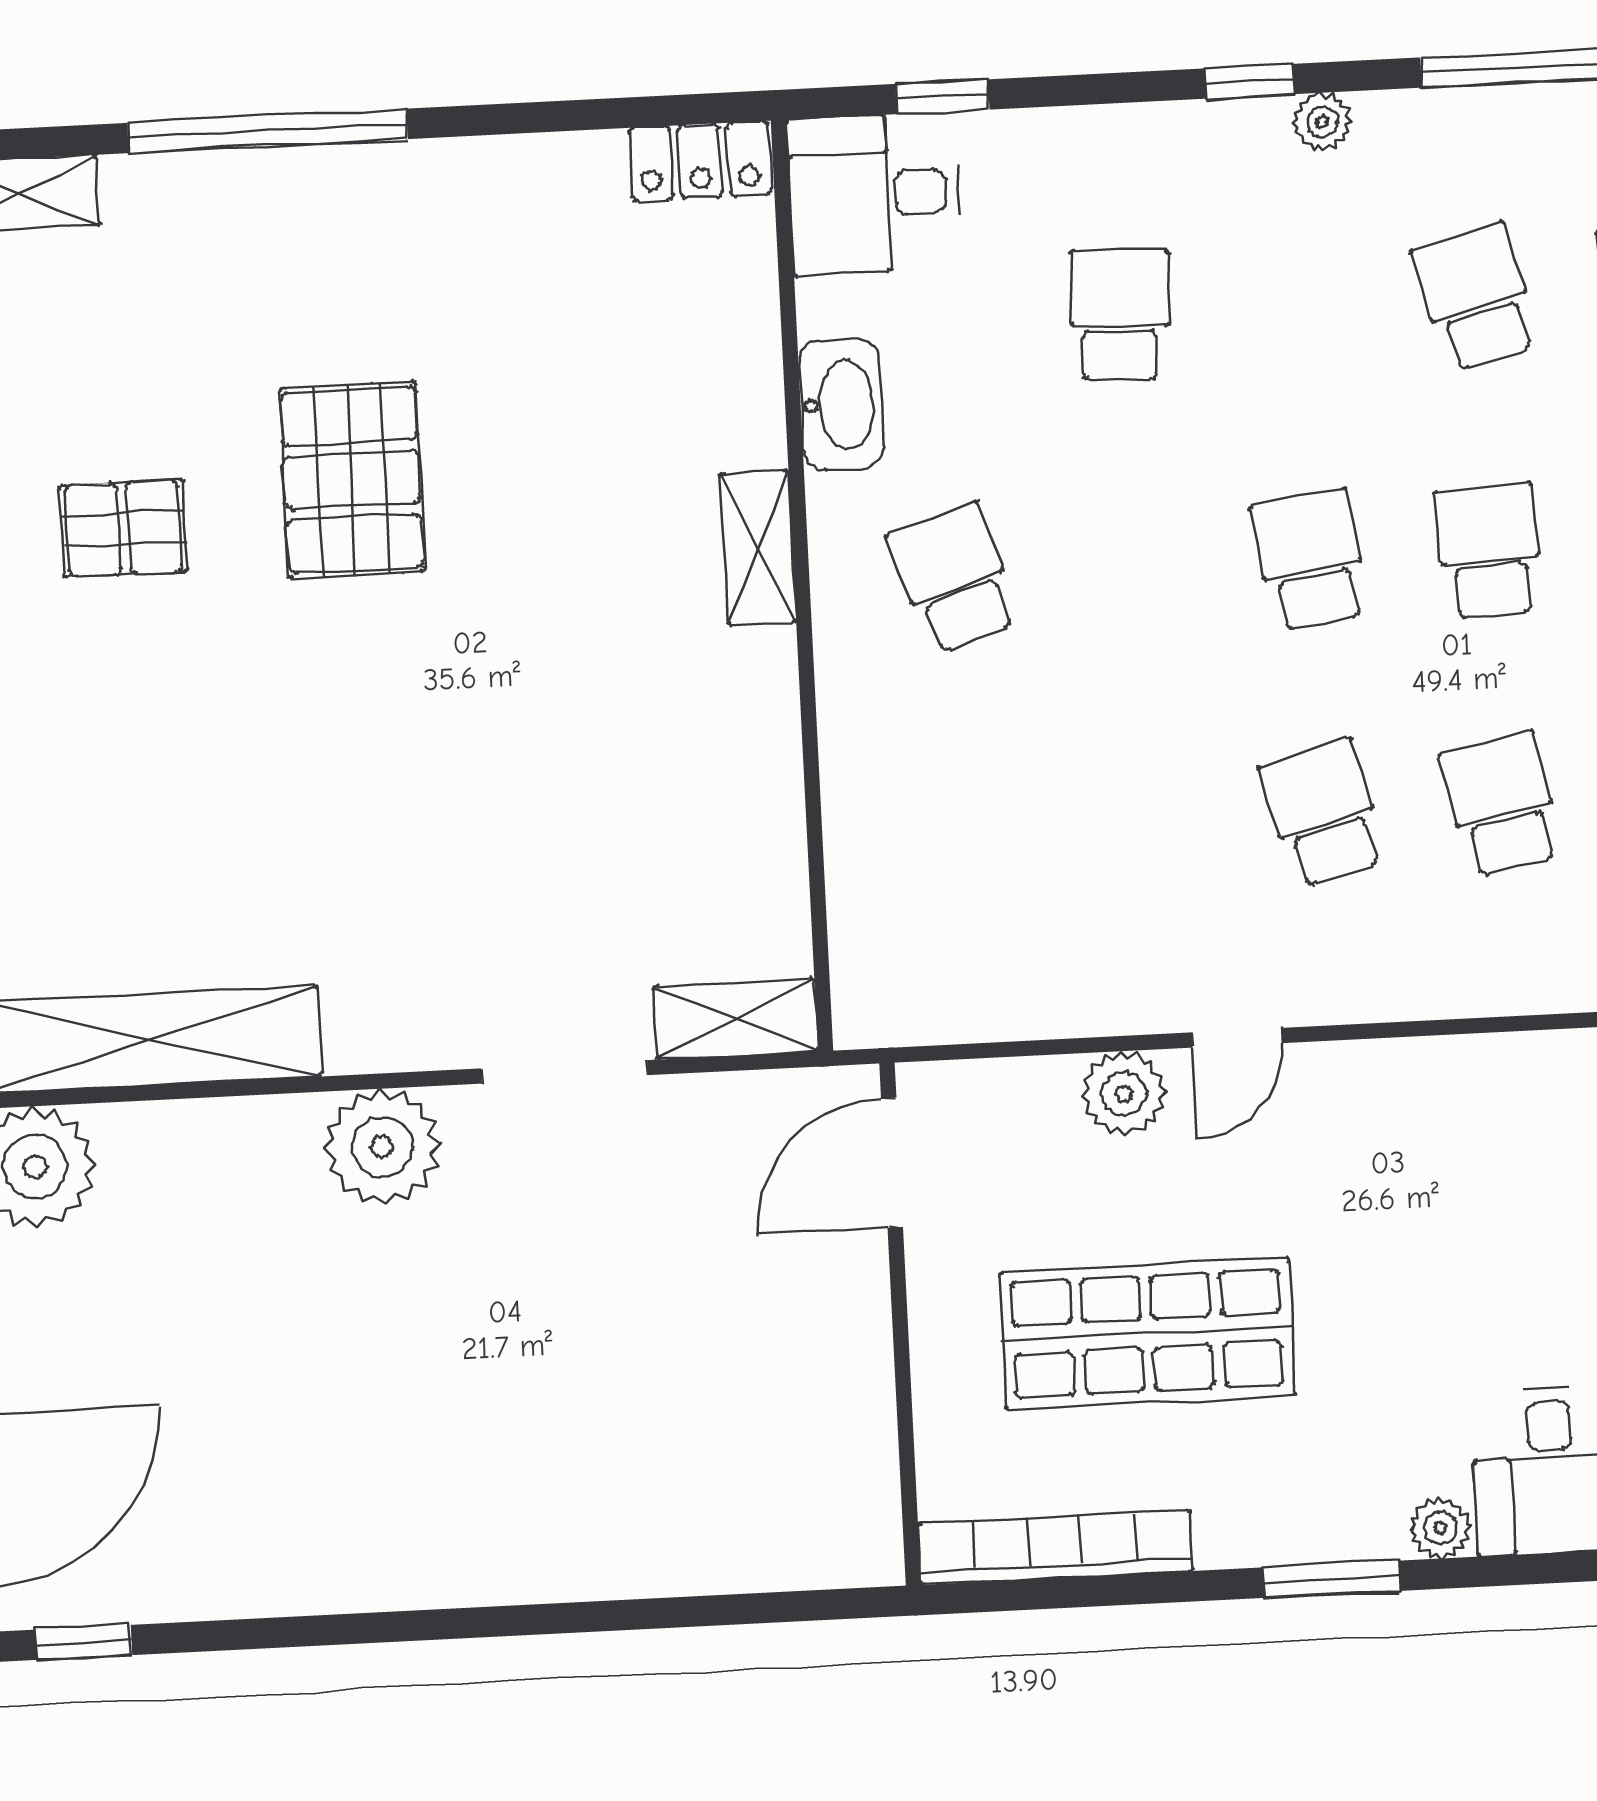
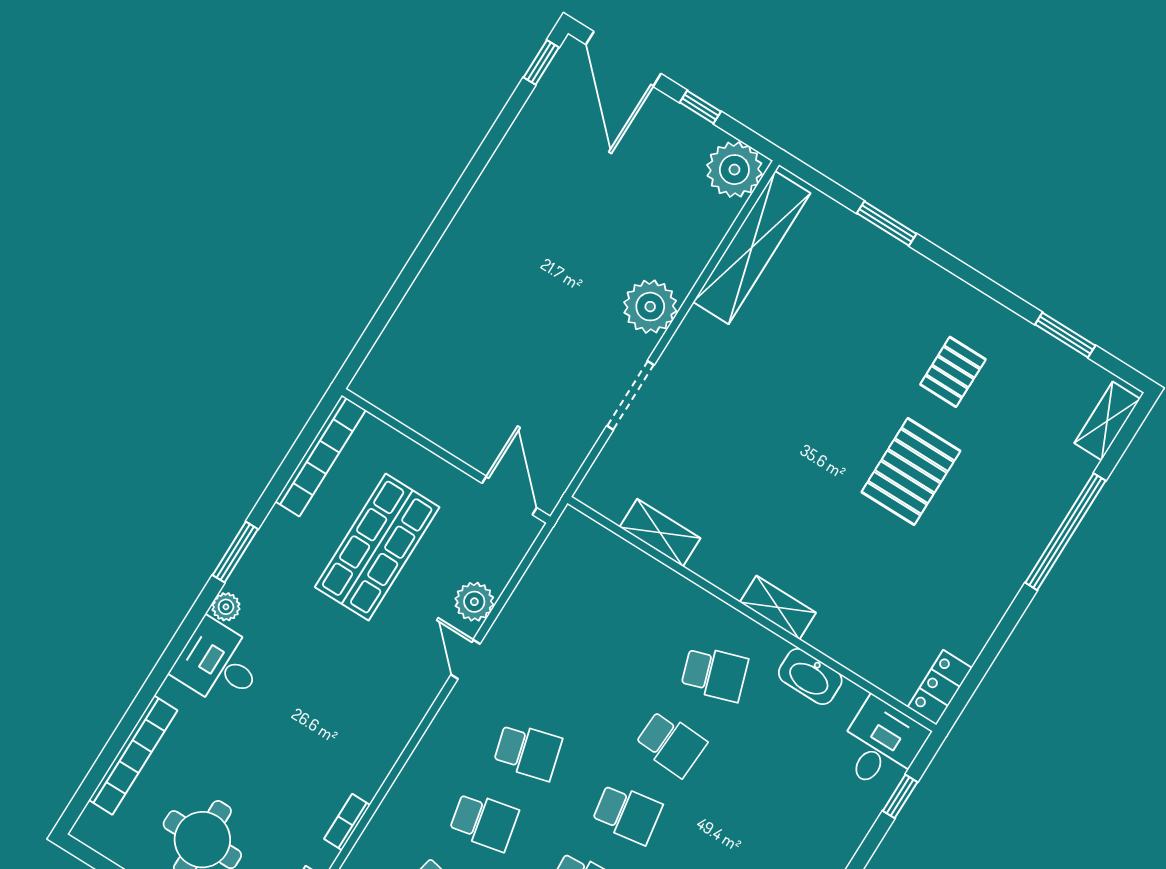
school desk: (1120, 315) -> (671, 744), moved
pallet: (352, 480) -> (911, 471), turned 90
shelving: (735, 1019) -> (660, 533), moved, turned 90

